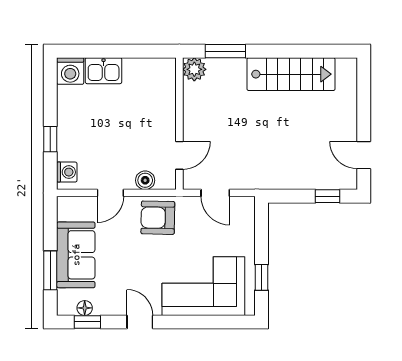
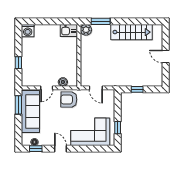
kitchen sink: (104, 71) -> (69, 30), moved
door: (179, 155) -> (79, 70), removed
door: (364, 155) -> (166, 57), moved
washing machine: (67, 172) -> (26, 78), removed
window: (328, 196) -> (137, 89), moved
sofa: (76, 255) -> (30, 111), width x1.36
window: (50, 270) -> (18, 105), moved

